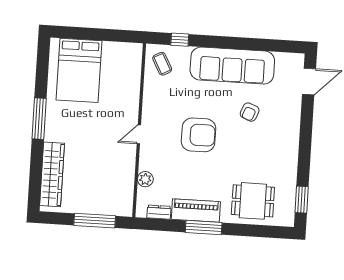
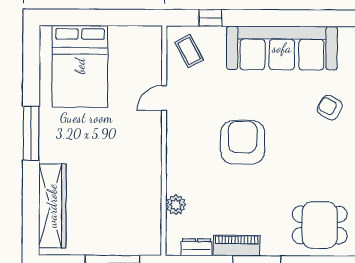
armchair: (250, 112) -> (330, 107), moved, turned 97
door: (139, 134) -> (164, 98), moved
armchair: (199, 135) -> (243, 142), turned -90
piano: (196, 211) -> (237, 246), width x0.73, depth x0.75

